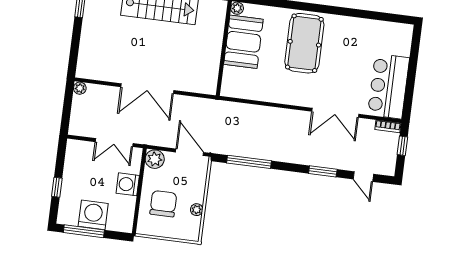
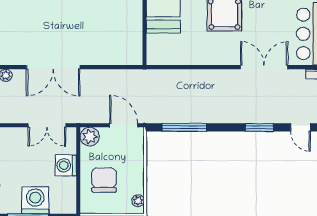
double door: (147, 89) -> (53, 67), moved
double door: (335, 113) -> (264, 67), swing flipped
plant: (197, 210) -> (138, 201), moved

